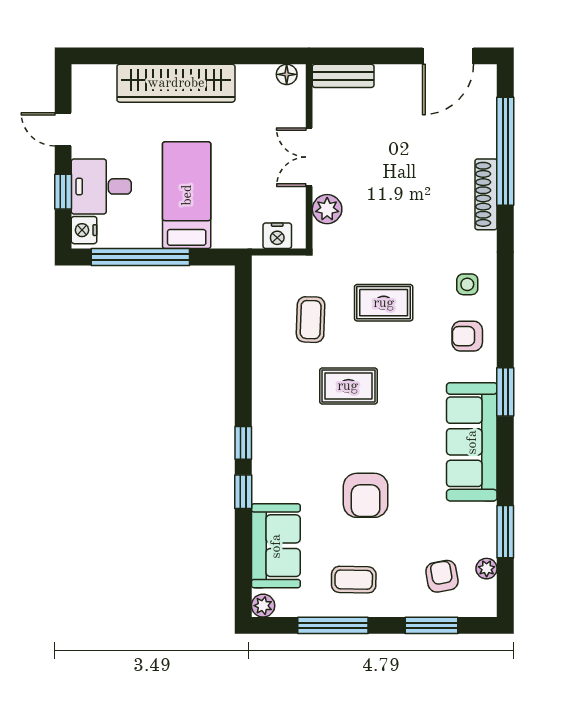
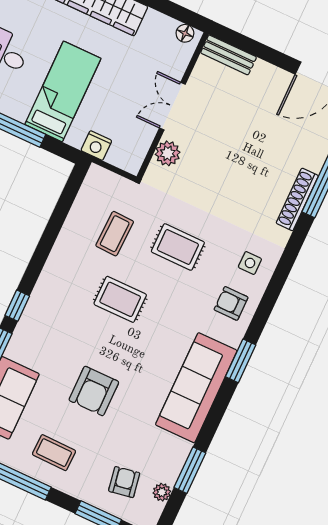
nightstand: (277, 236) -> (96, 145), moved

